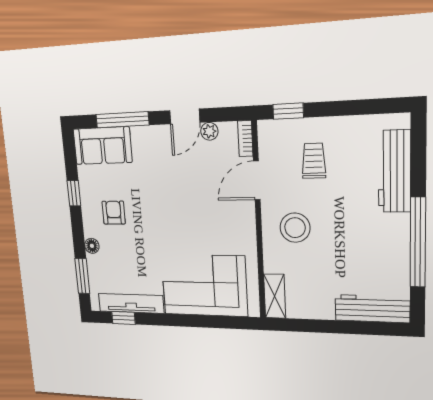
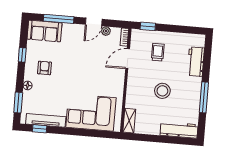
workbench: (394, 171) -> (196, 62), width x0.73
stool: (295, 228) -> (162, 91), moved
window: (418, 242) -> (204, 97), width x0.68

